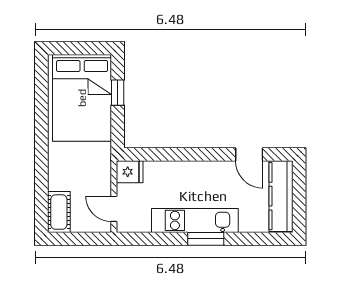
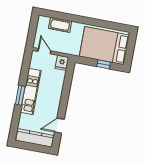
door: (114, 209) -> (44, 51), hinge flipped
cot: (59, 212) -> (60, 25), moved

